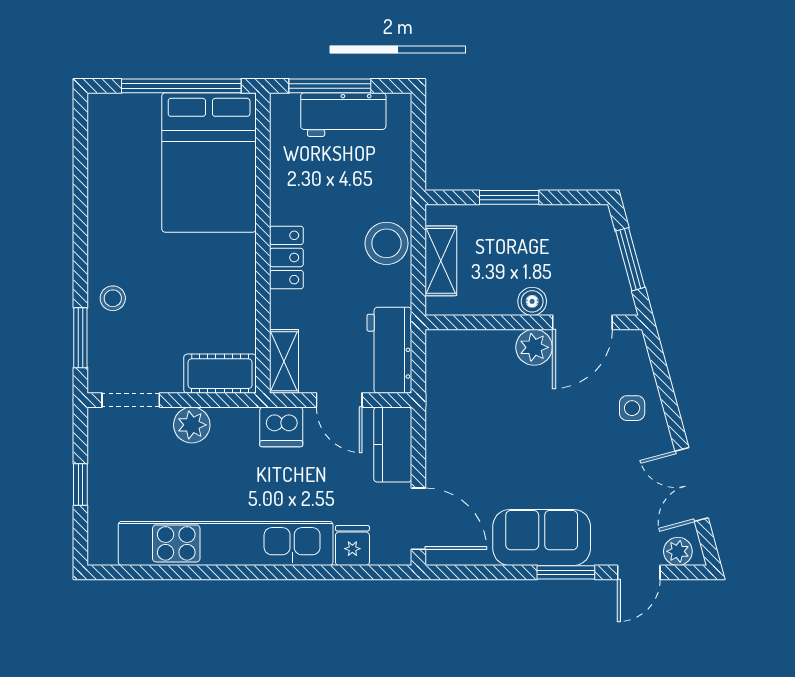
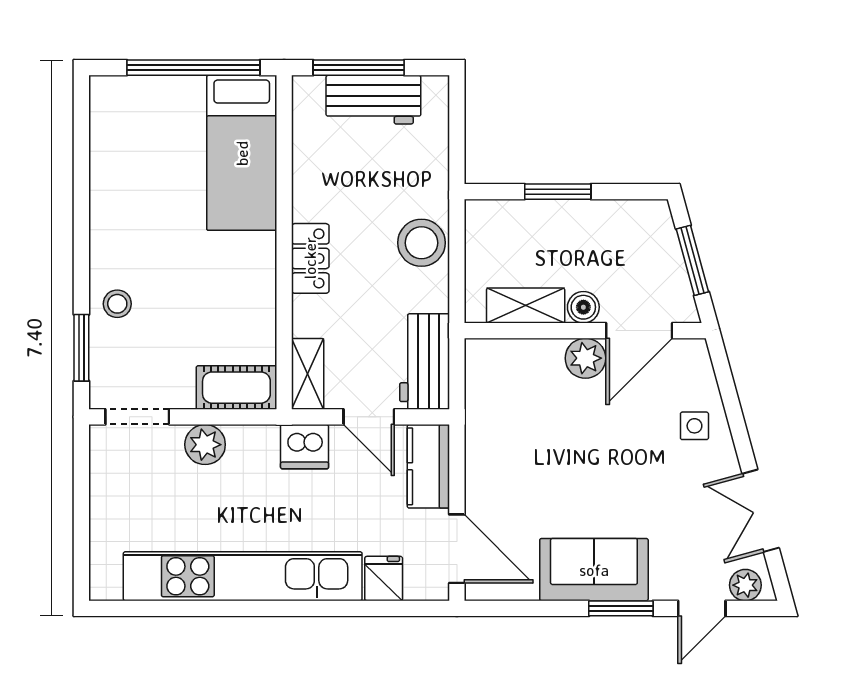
bed: (209, 162) -> (242, 153), width x0.67
shelving: (441, 261) -> (526, 306), moved, turned 90
window: (80, 485) -> (81, 511), removed

